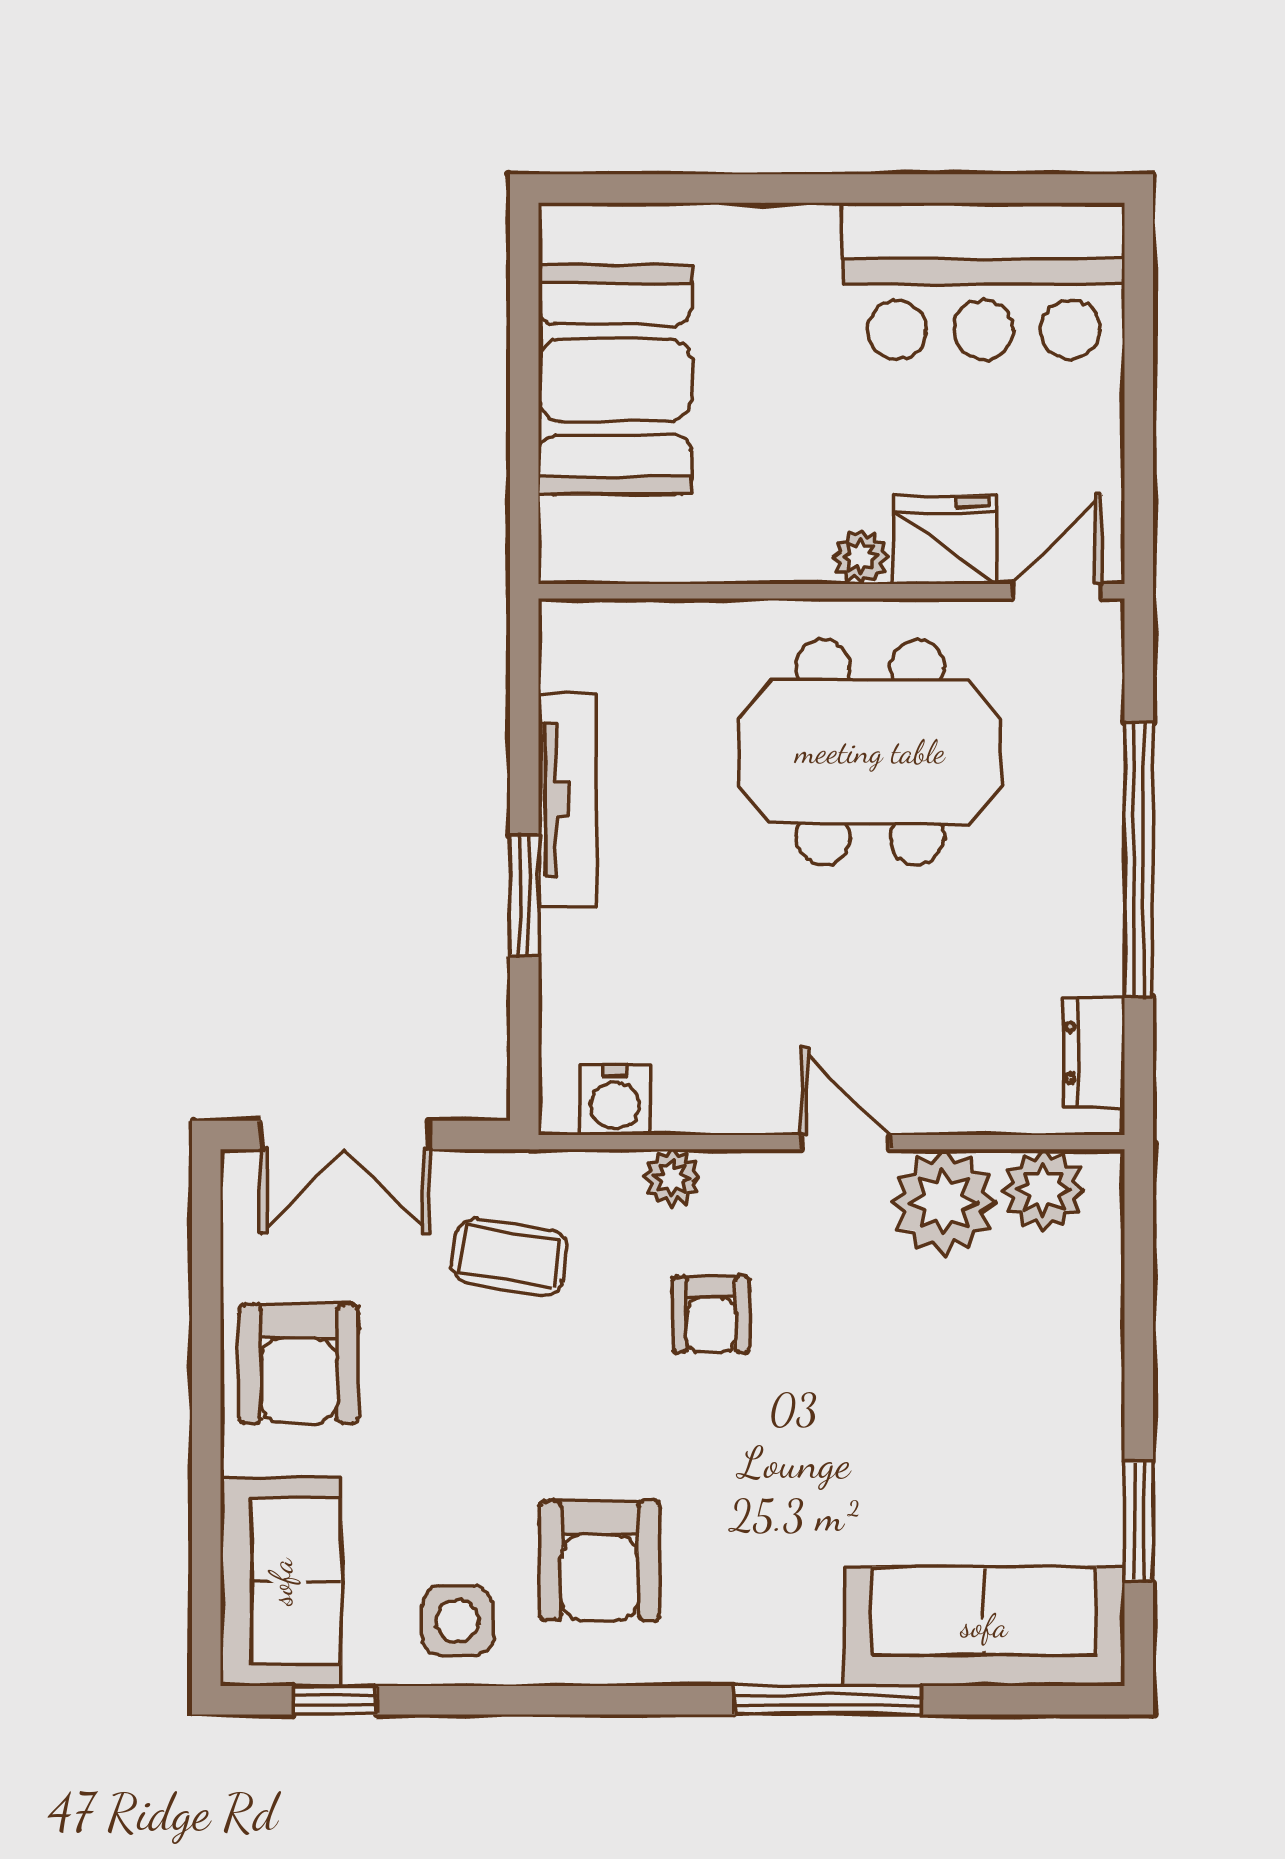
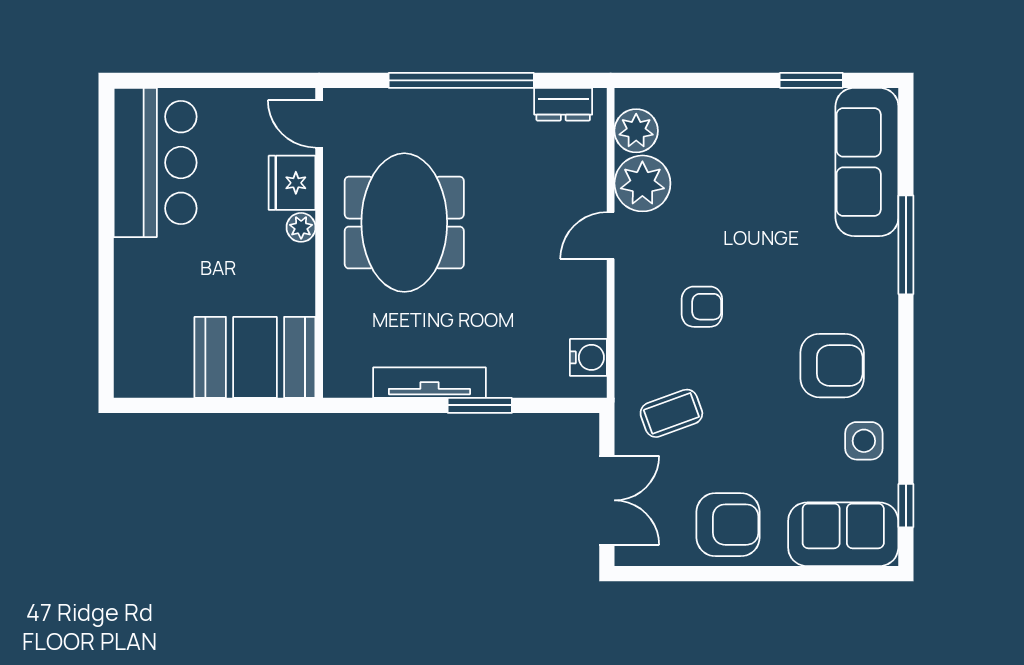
booth: (615, 380) -> (255, 357), moved
plant: (672, 1177) -> (629, 327), removed
coffee table: (509, 1257) -> (671, 413), turned 61

